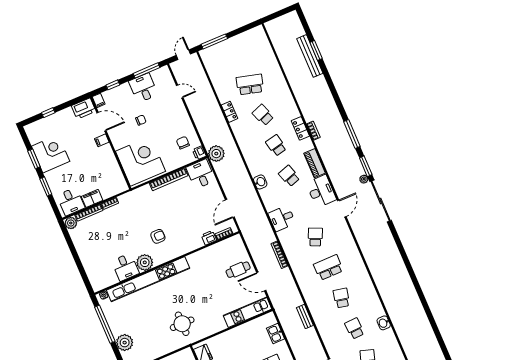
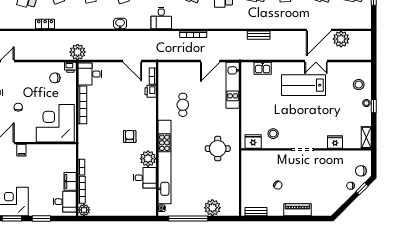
cafe table: (238, 270) -> (183, 105), moved

